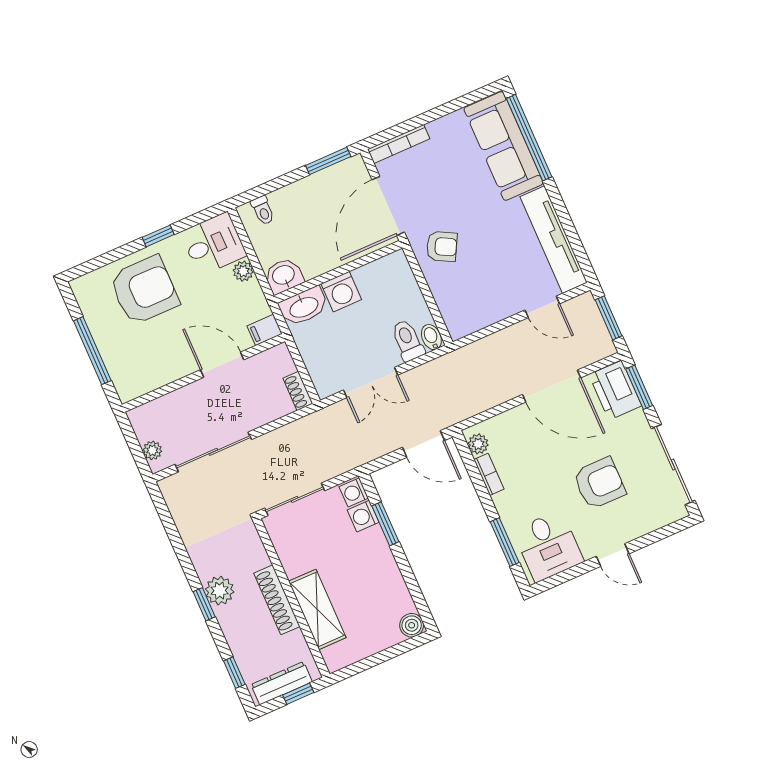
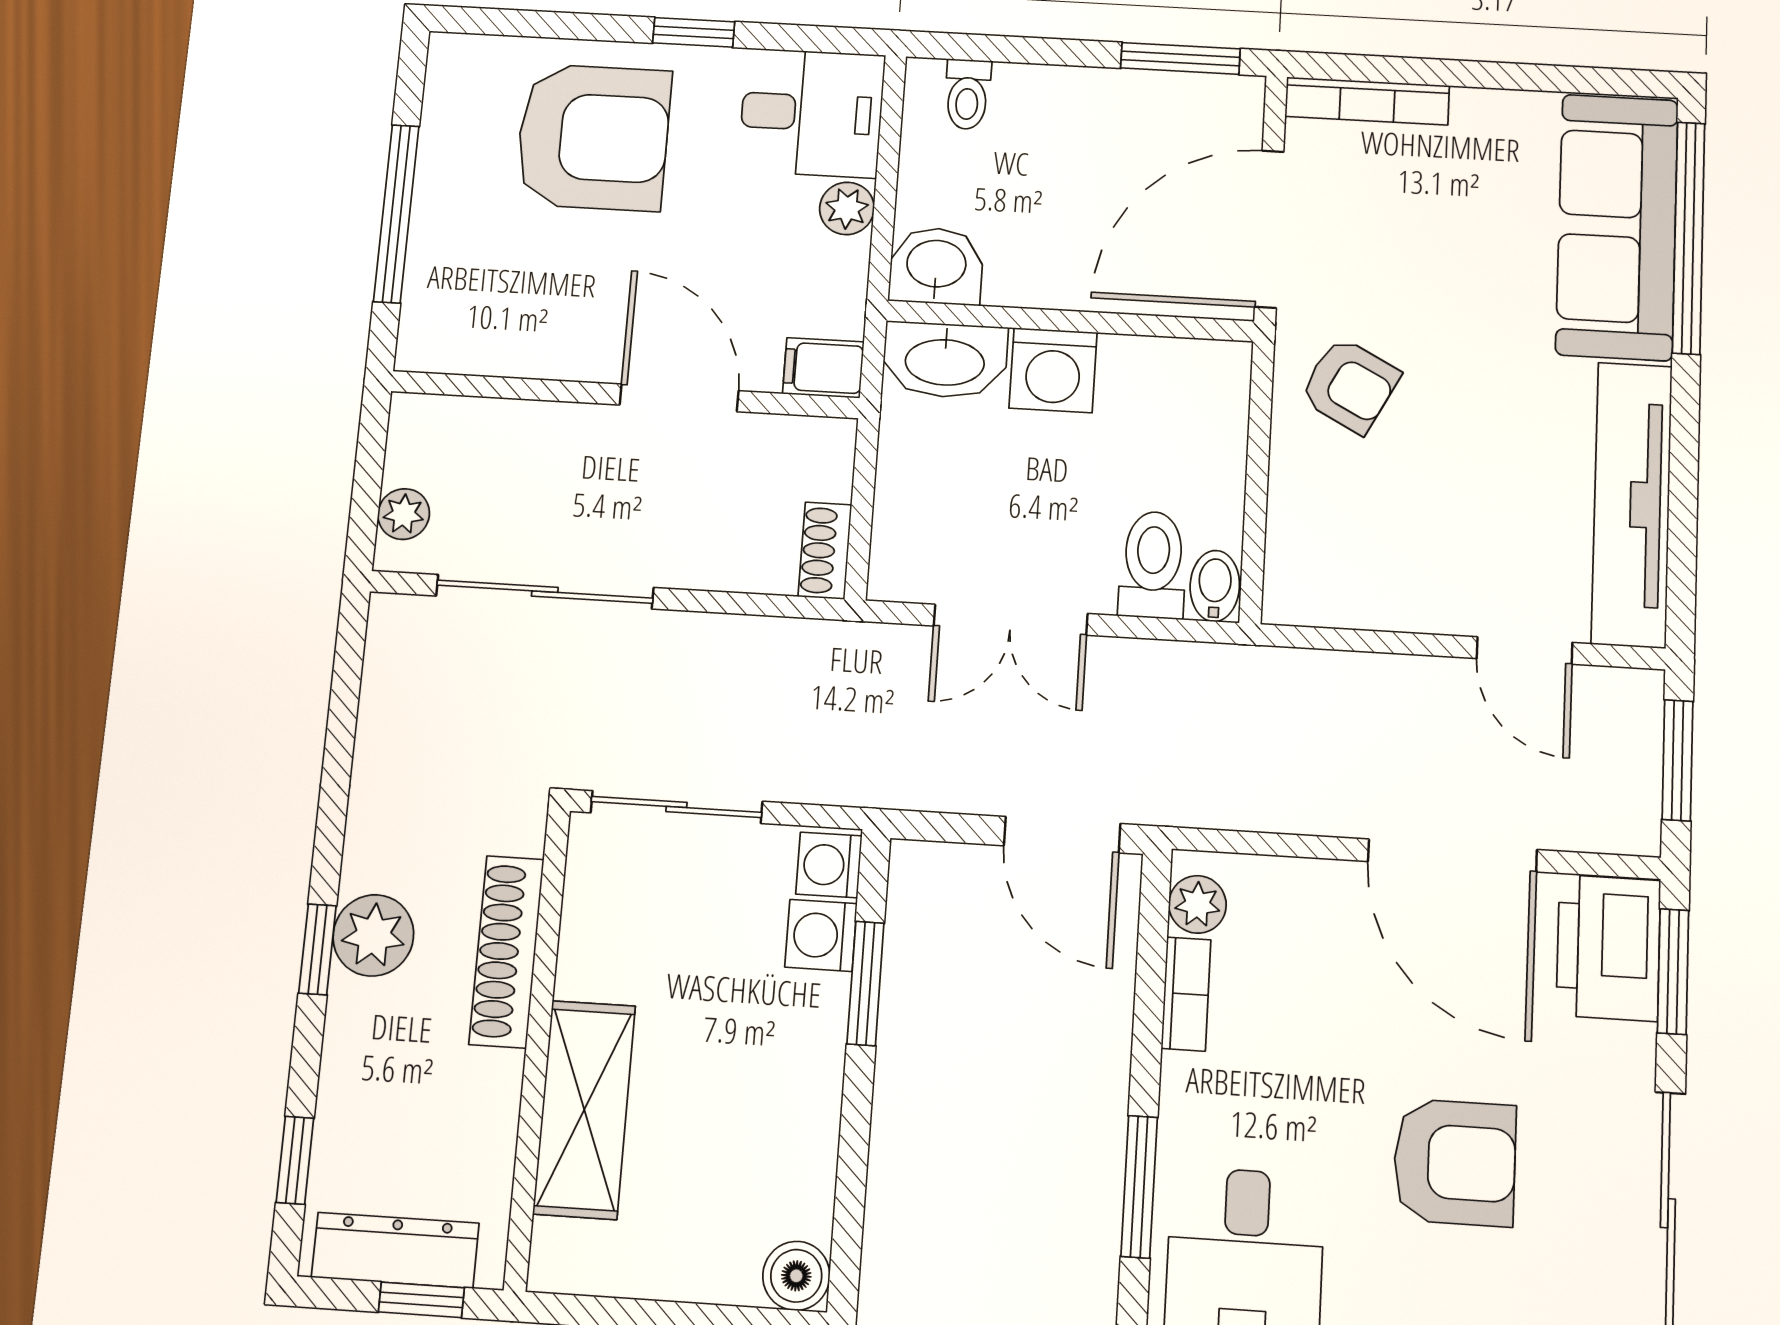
shoe rack: (277, 600) -> (507, 952), moved

